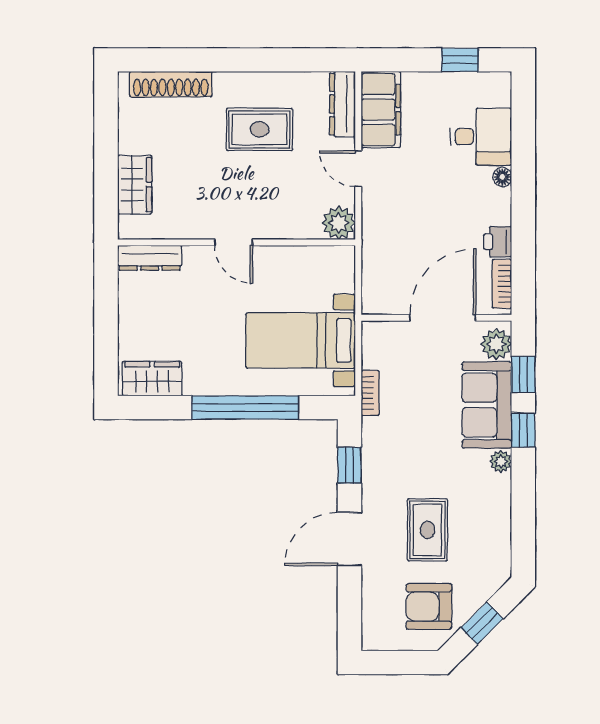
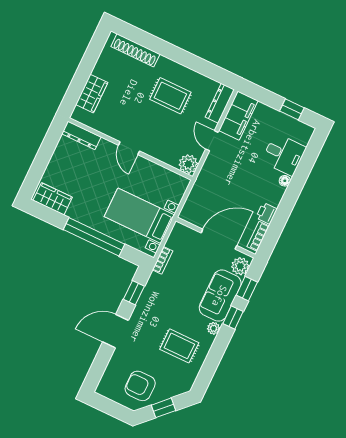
rug: (427, 530) -> (179, 346), moved, turned 90

